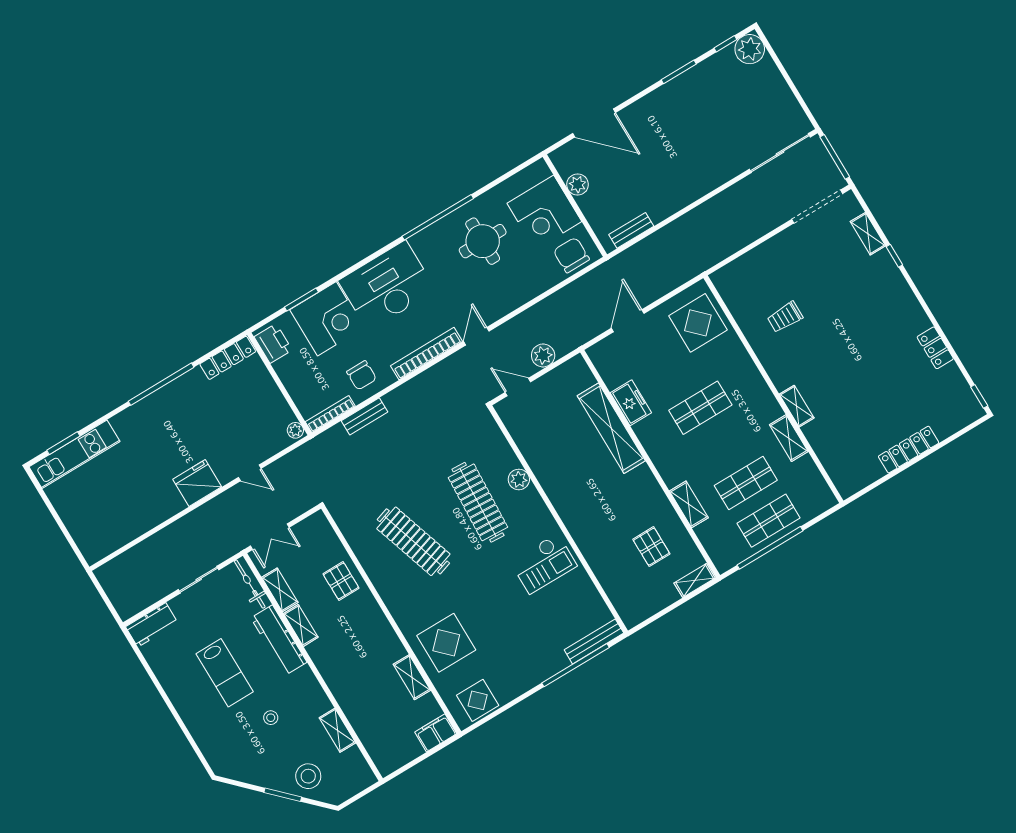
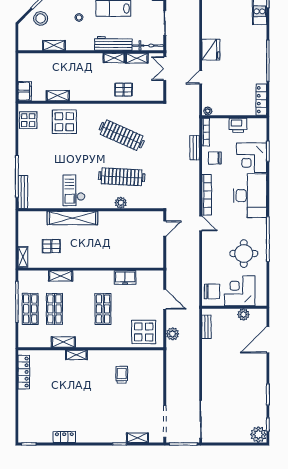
printer: (273, 344) -> (238, 125), moved
plant: (543, 355) -> (173, 334), moved
shelving: (611, 428) -> (73, 218), moved
locker: (909, 450) -> (24, 372), moved
clothes rail: (413, 541) -> (122, 135), turned 42

